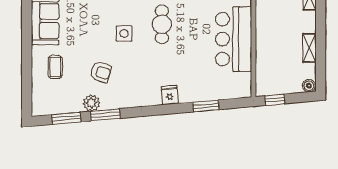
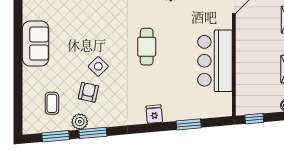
side table: (124, 33) -> (98, 66), moved, turned 45
coffee table: (55, 67) -> (52, 103), moved
armchair: (101, 72) -> (88, 92), turned -96

